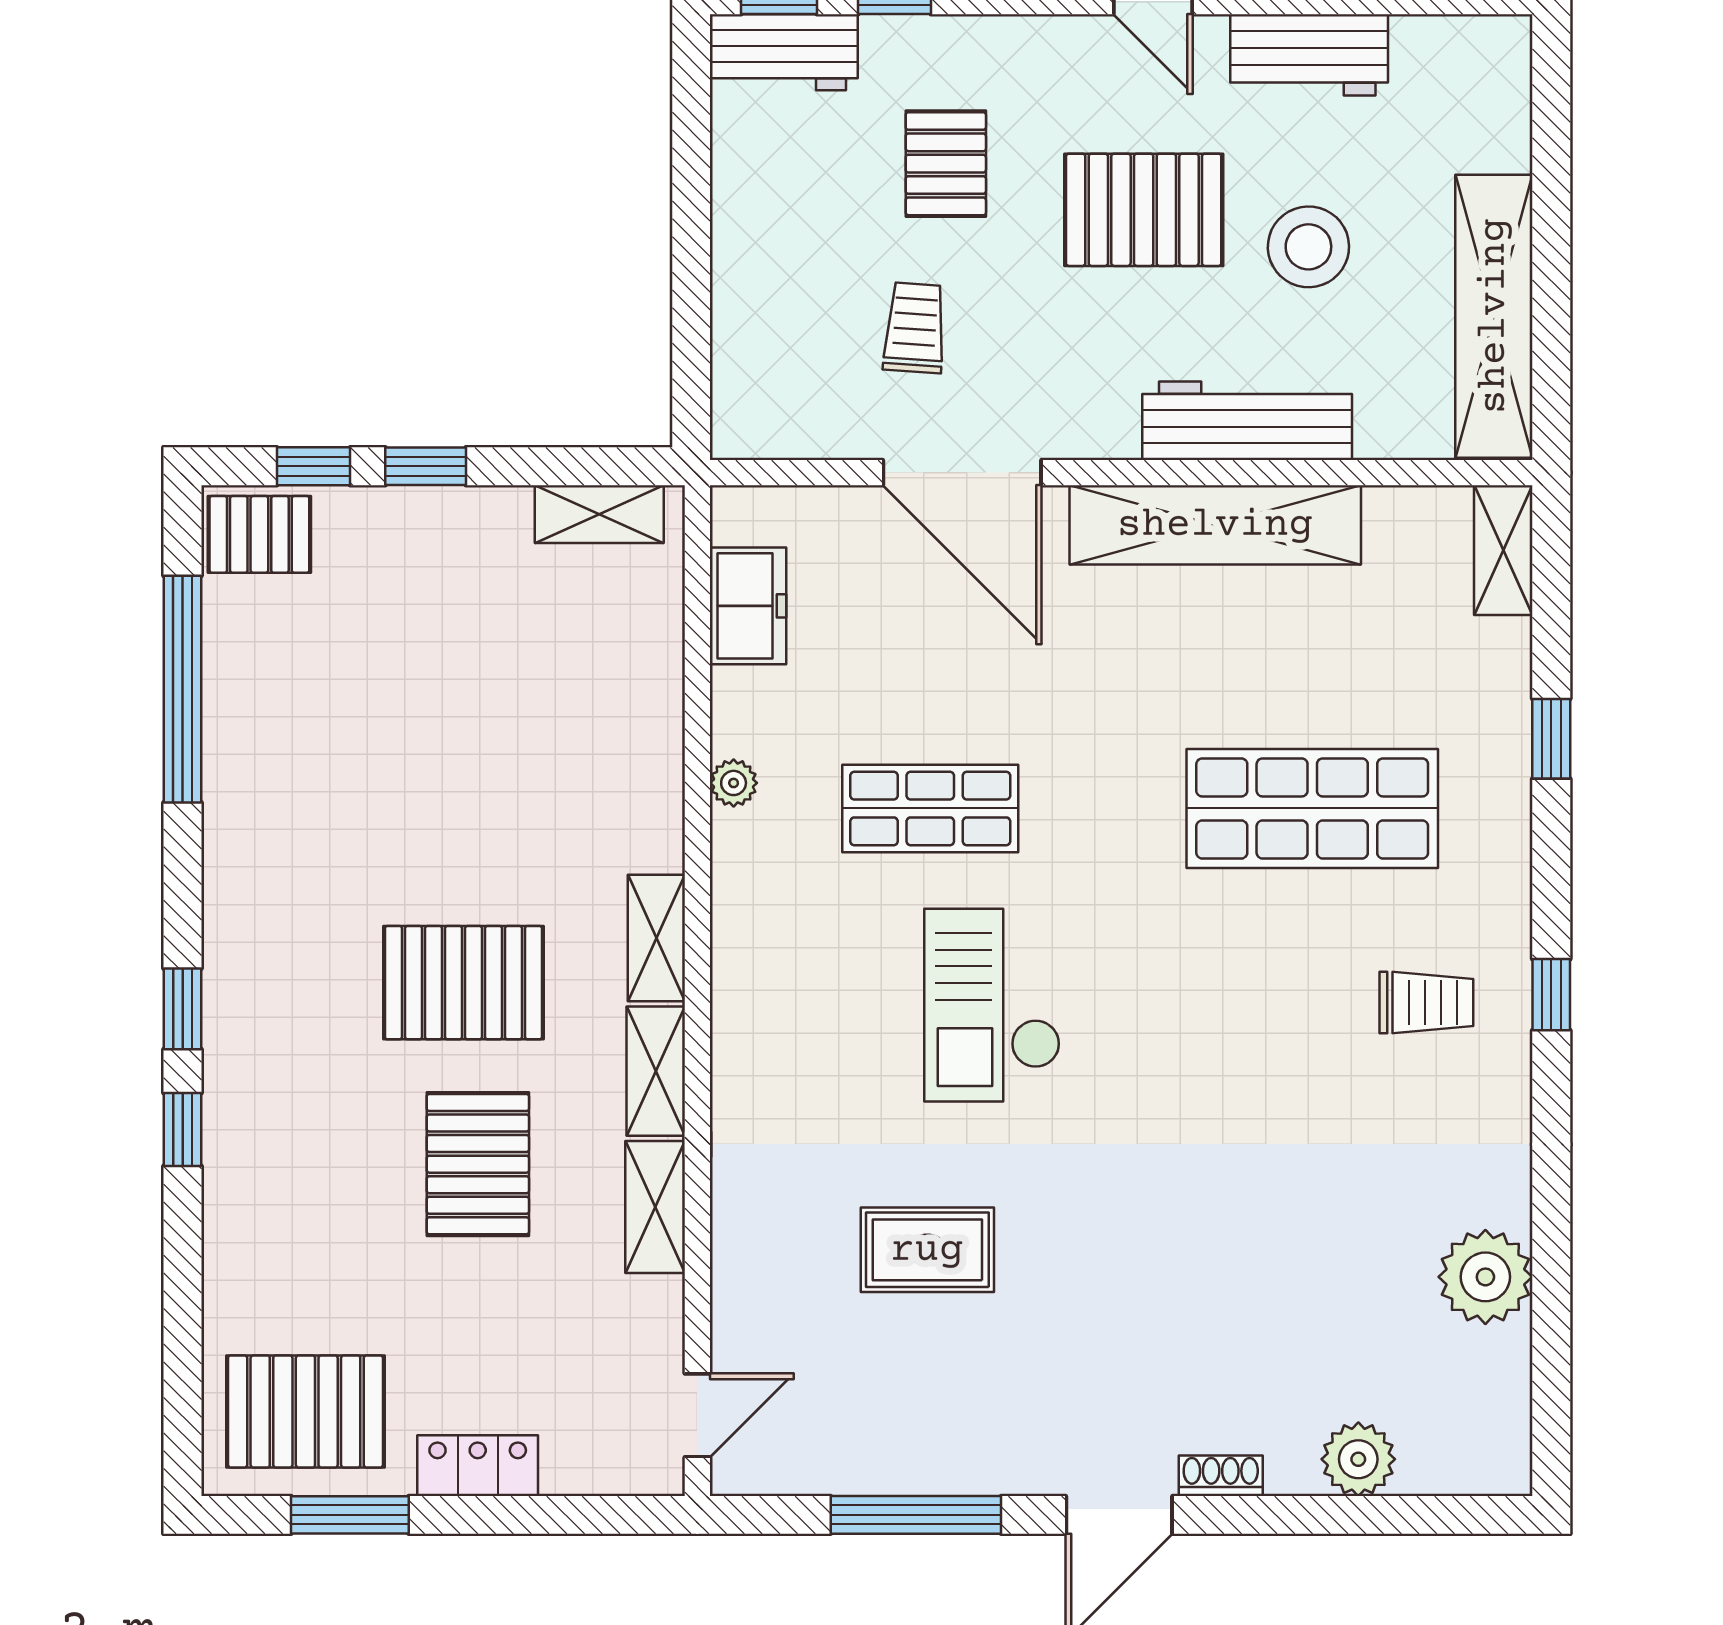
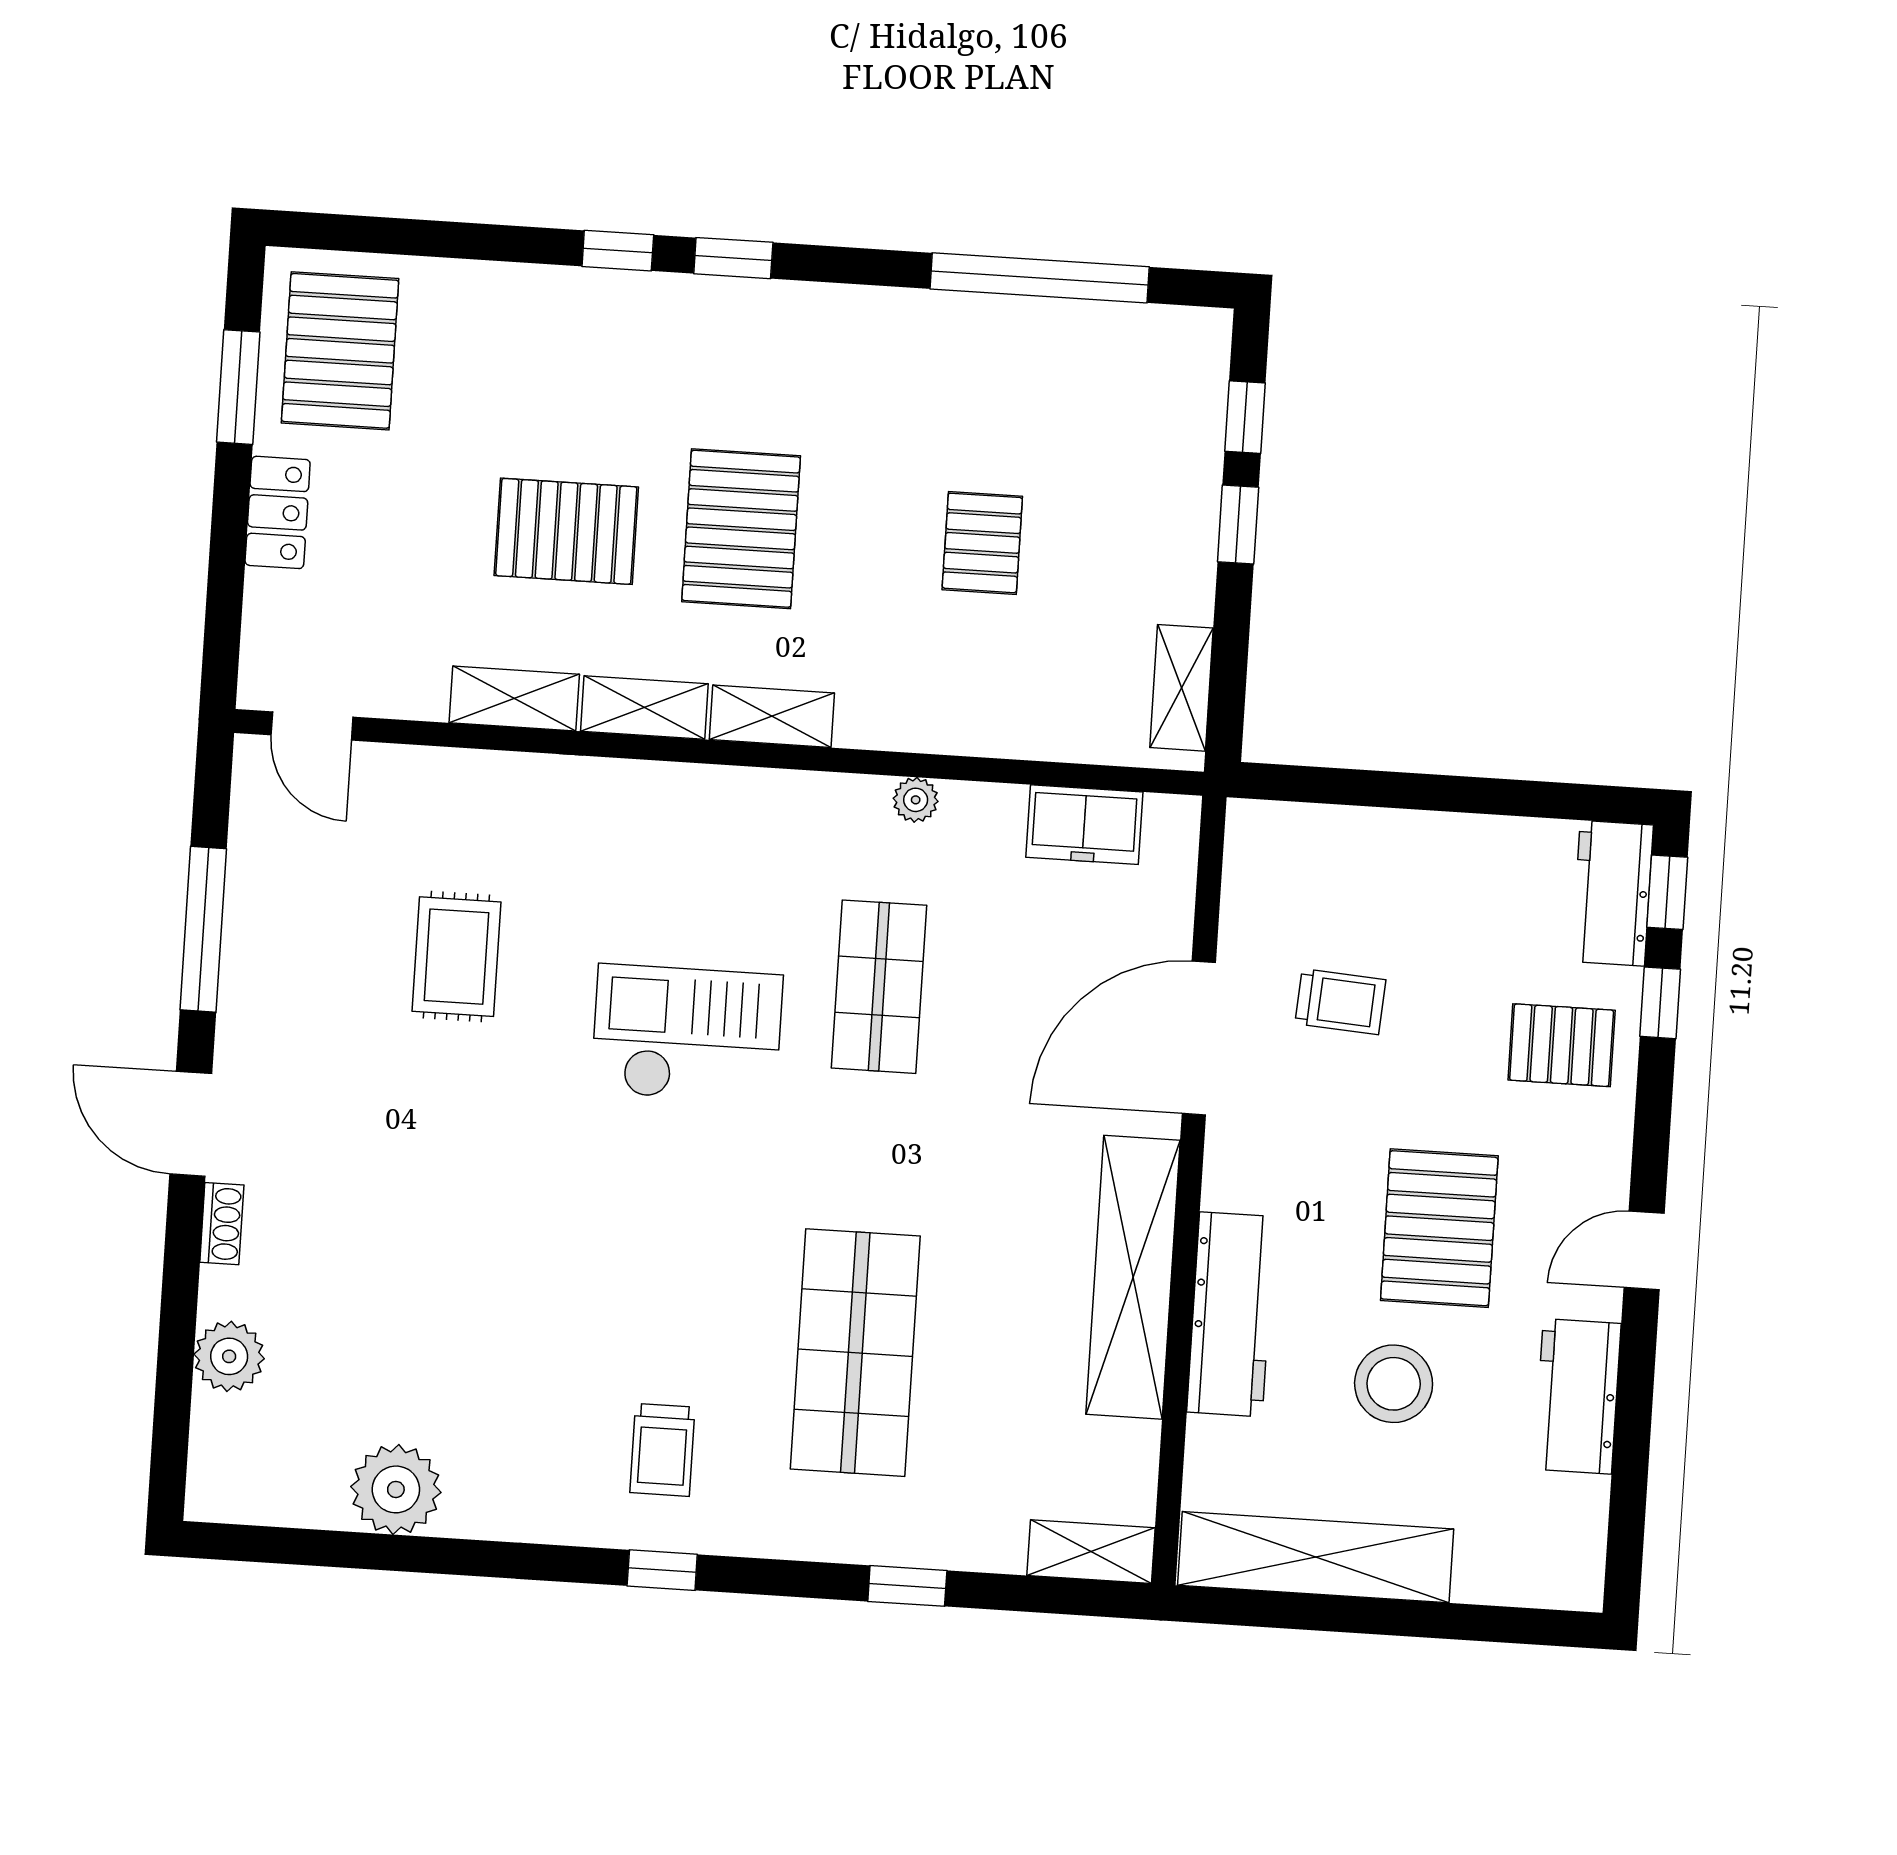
pallet: (946, 164) -> (1562, 1045), moved
pallet: (259, 534) -> (982, 543), moved

